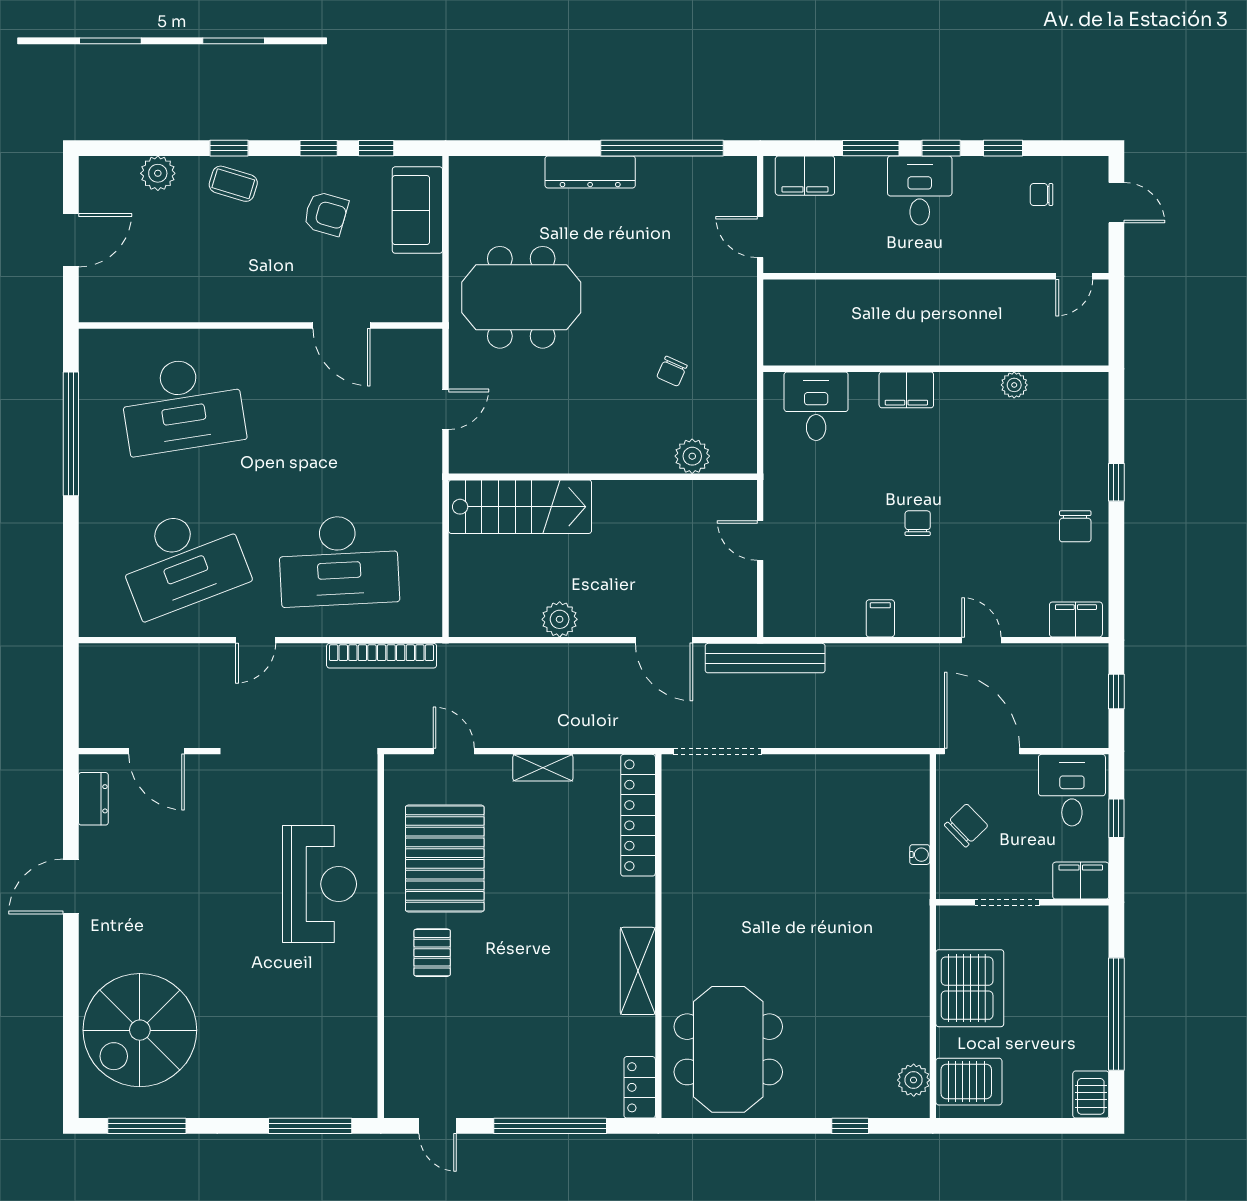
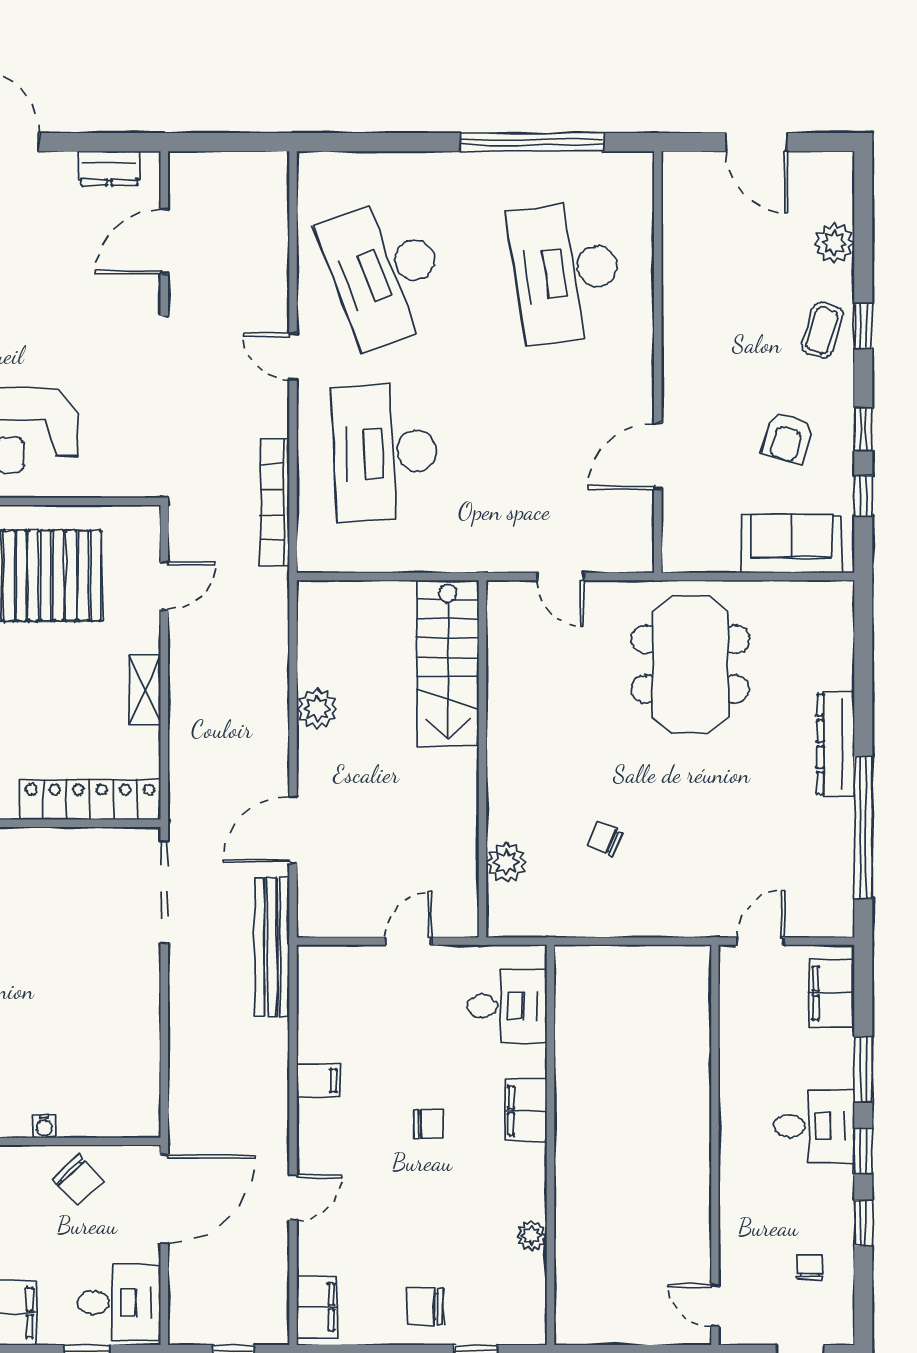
wall: (936, 369) -> (550, 1145), moved
plant: (1014, 385) -> (532, 1236), moved
filing cabinet: (906, 390) -> (526, 1111), moved
desk: (816, 406) -> (507, 1006), moved

